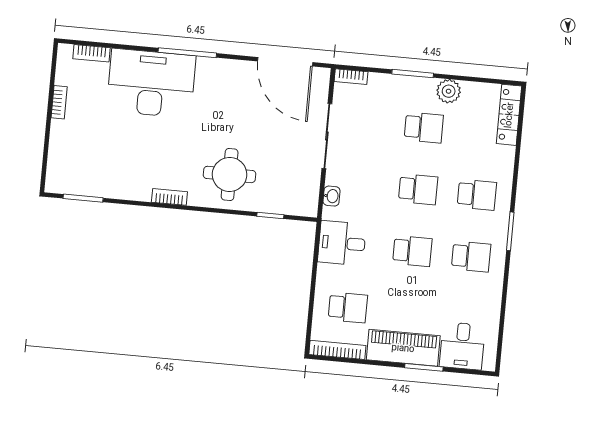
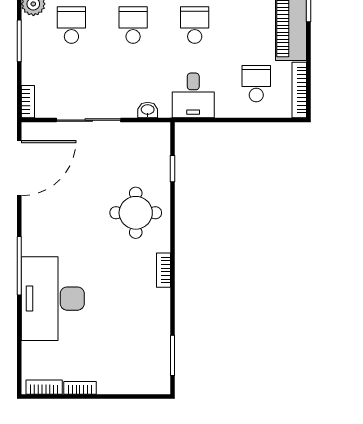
bookcase: (91, 53) -> (44, 387), moved, turned -90

